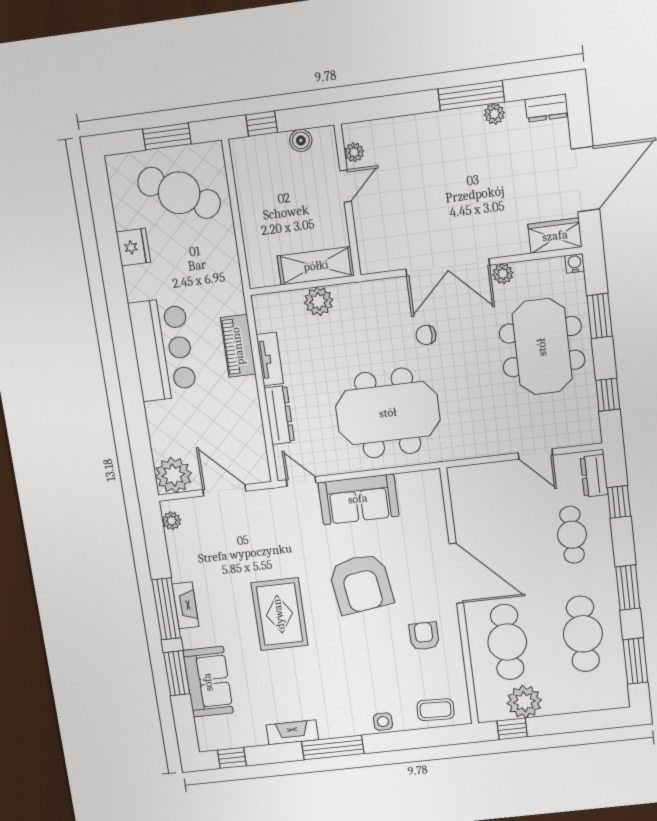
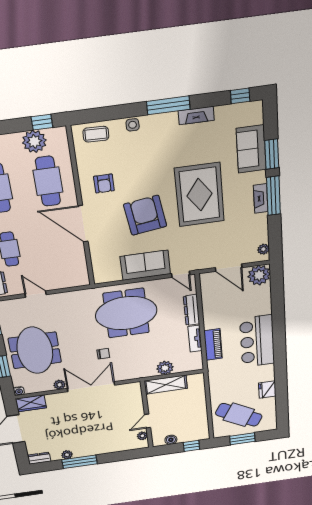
rug: (279, 614) -> (200, 195), width x1.37, depth x1.44

